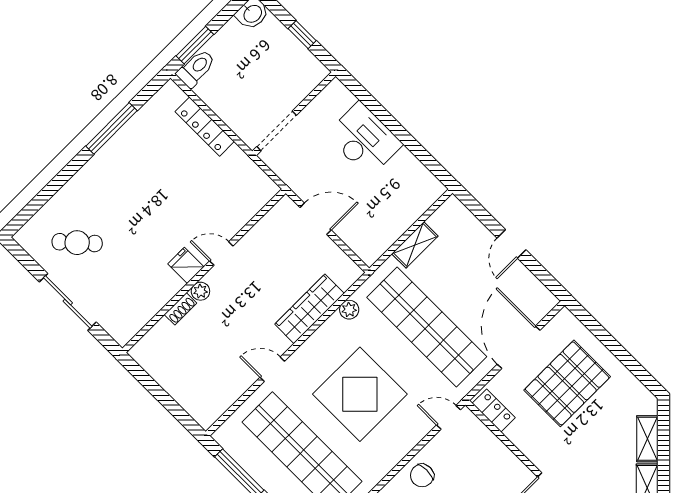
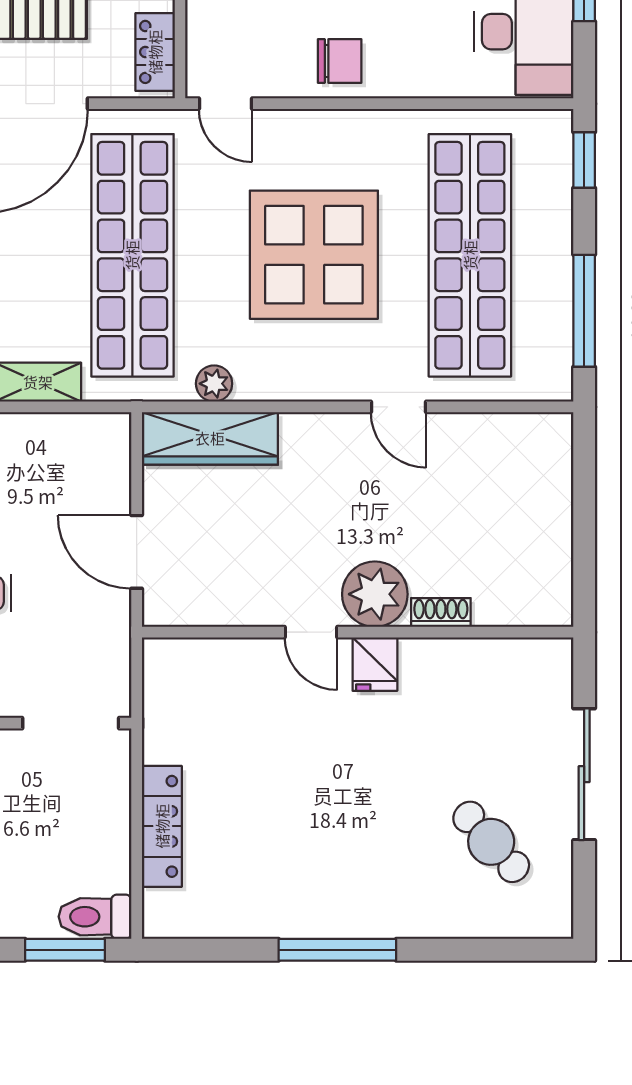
window: (112, 128) -> (337, 950), moved
plant: (200, 291) -> (375, 594), width x1.88, depth x1.88
wardrobe: (309, 309) -> (210, 438), moved

